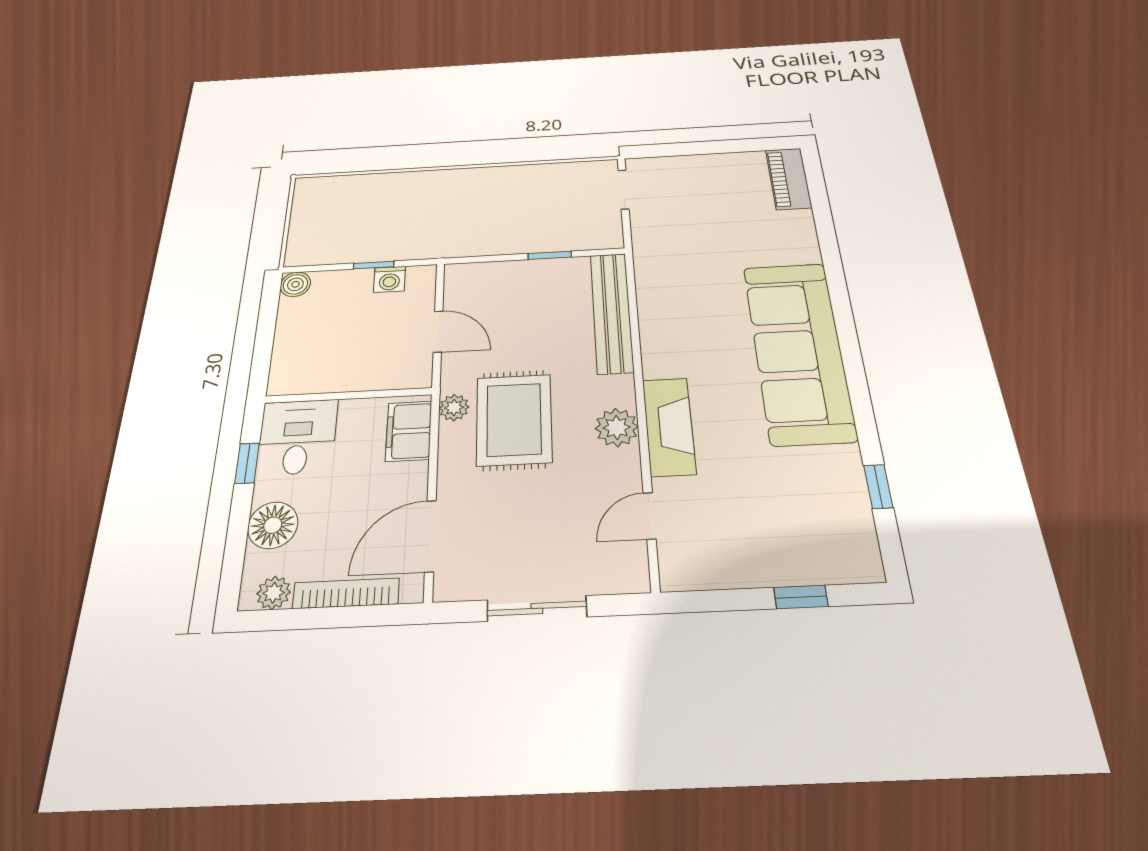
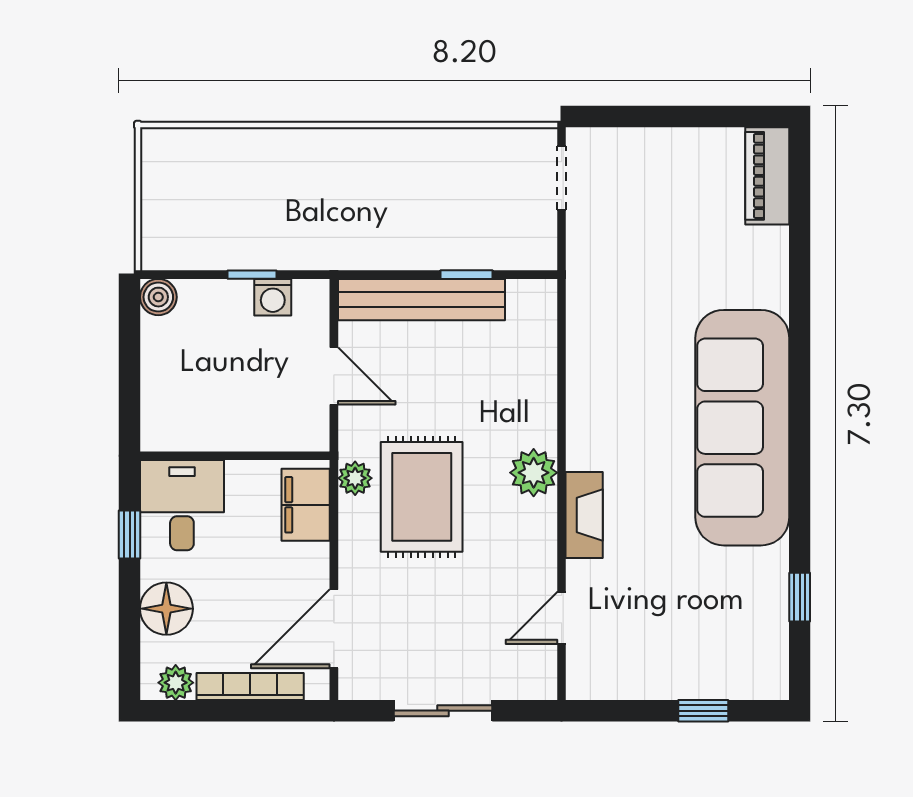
bench: (612, 312) -> (422, 300), moved, turned 90
fireplace: (669, 426) -> (584, 515), width x0.73, depth x0.76
plant: (617, 427) -> (534, 473), moved

